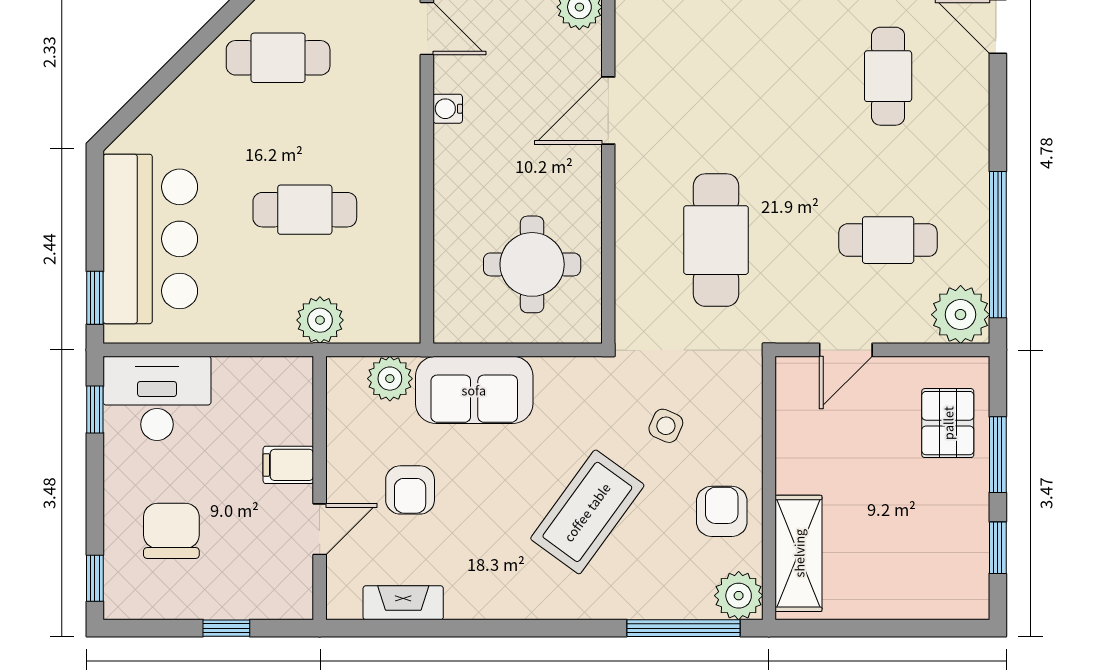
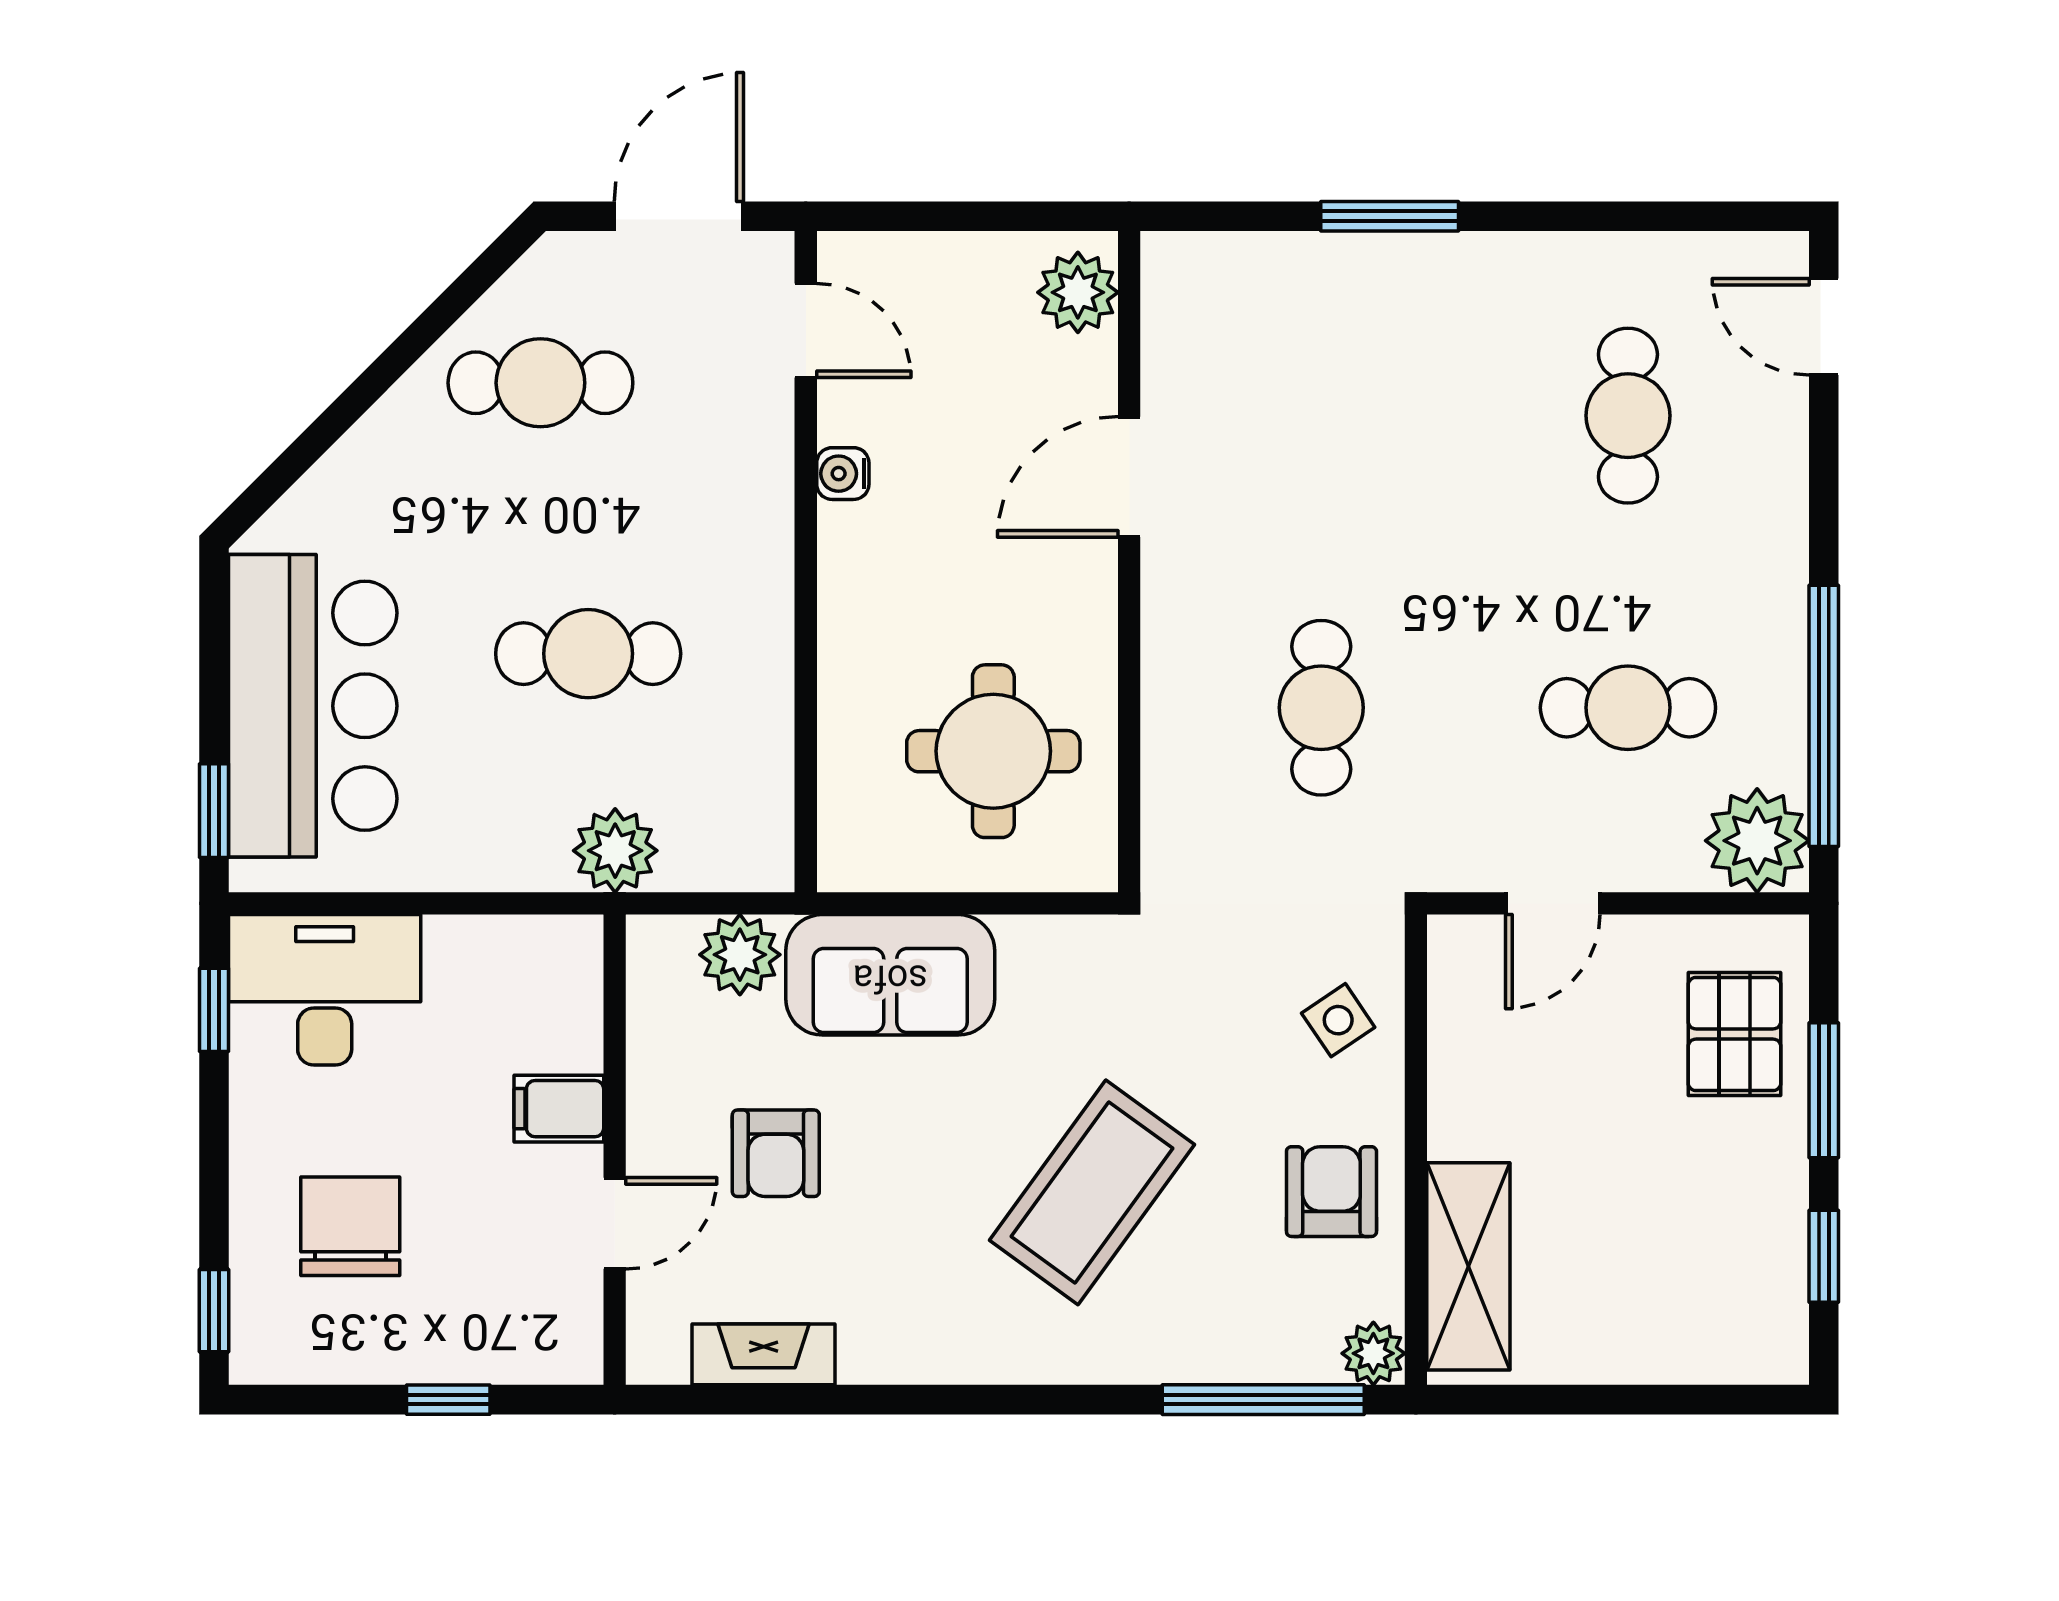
cafe table: (716, 240) -> (1321, 708), width x0.73, depth x0.74
side table: (666, 426) -> (1338, 1020), moved, turned 32
plant: (739, 596) -> (1373, 1353), width x0.73, depth x0.73

